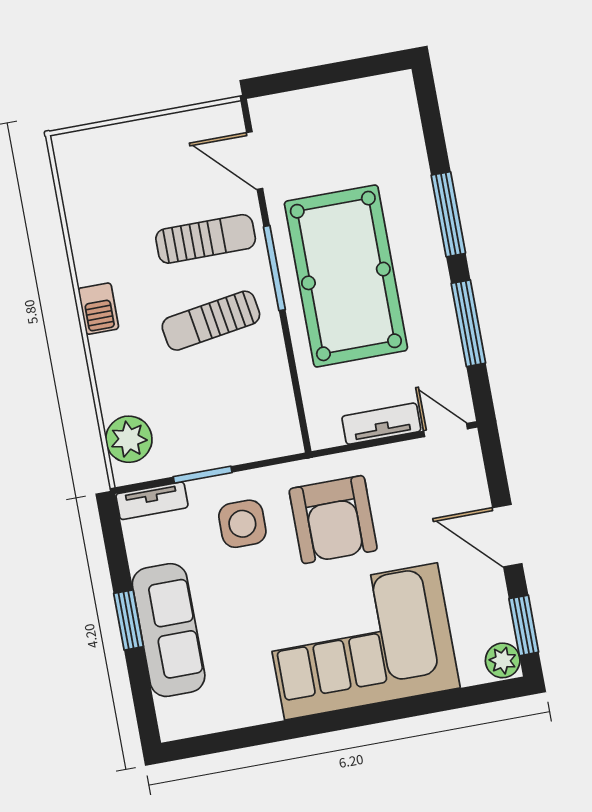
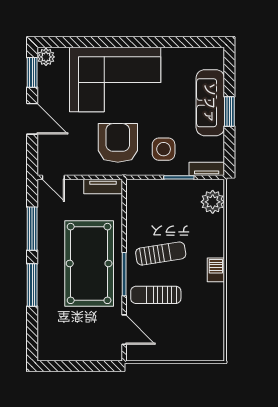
tv unit: (381, 424) -> (103, 186), moved

